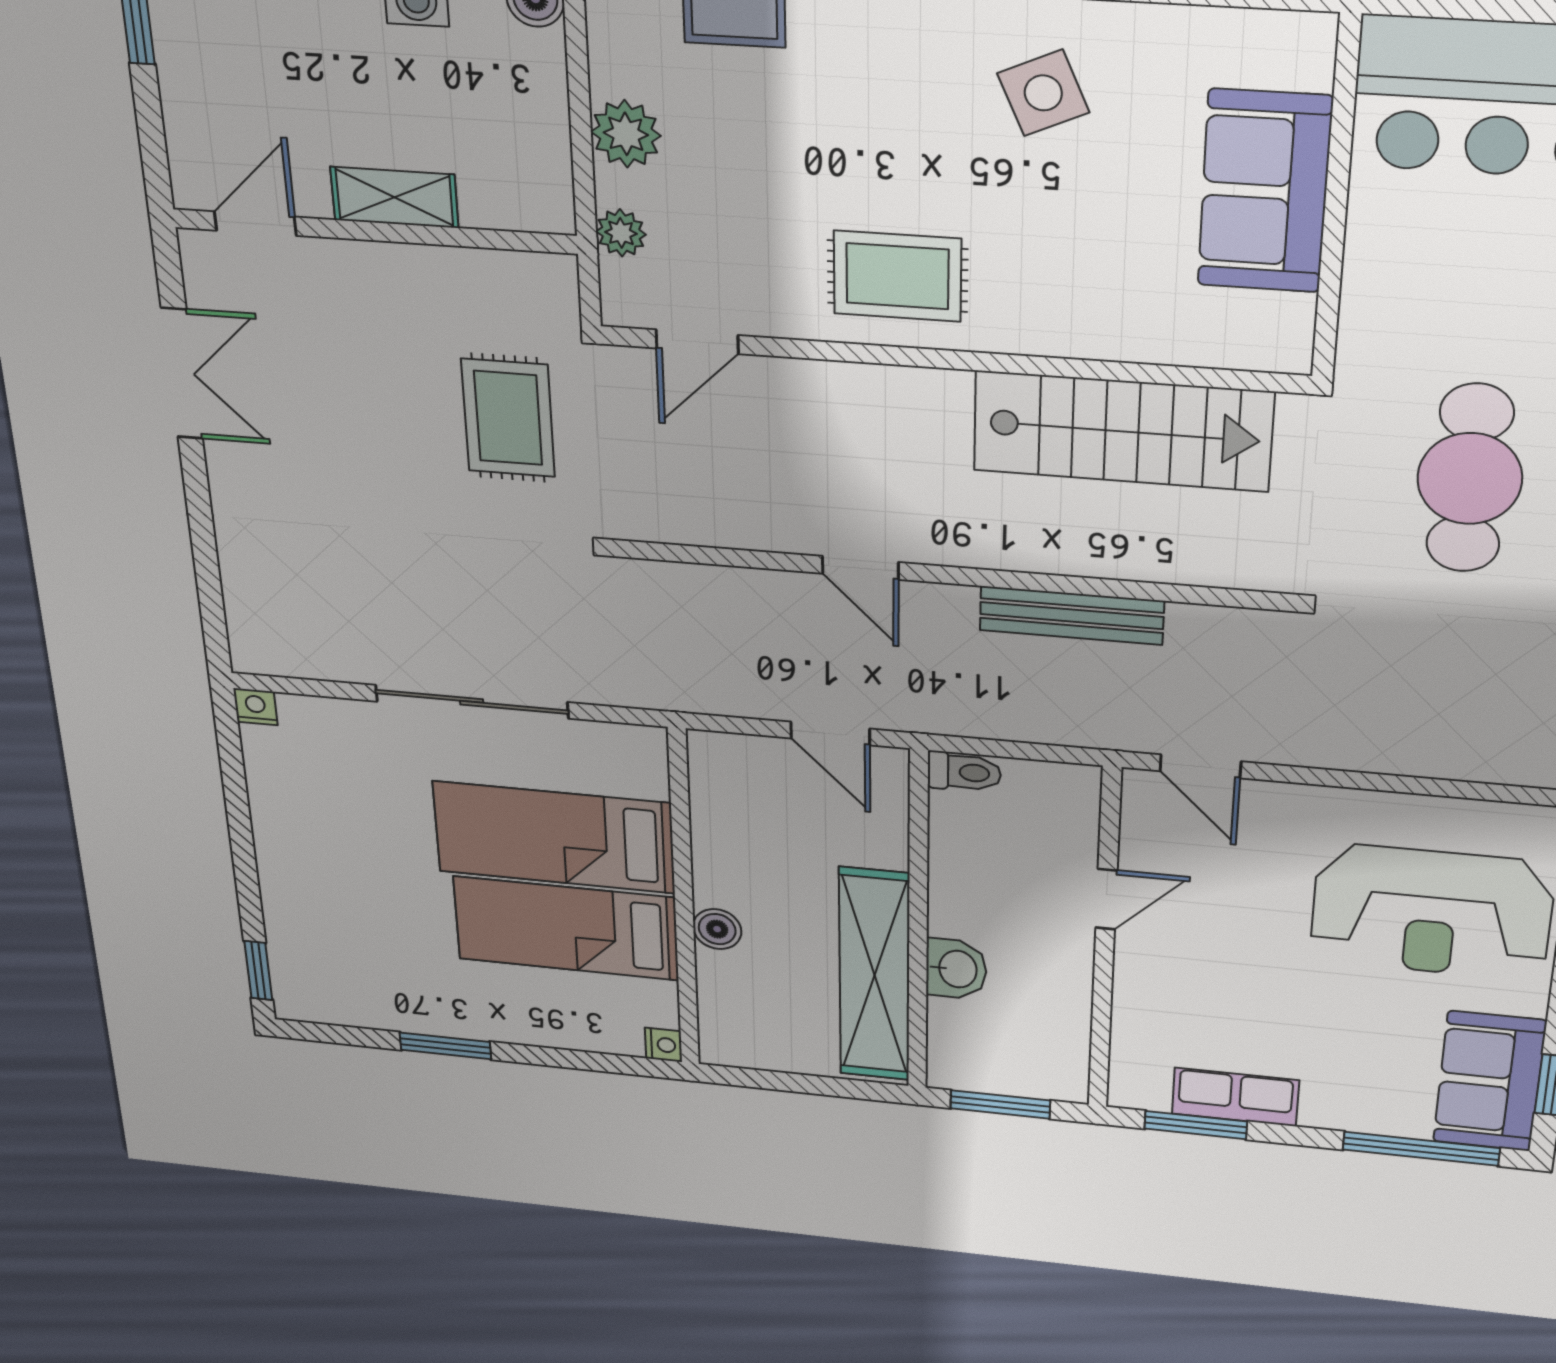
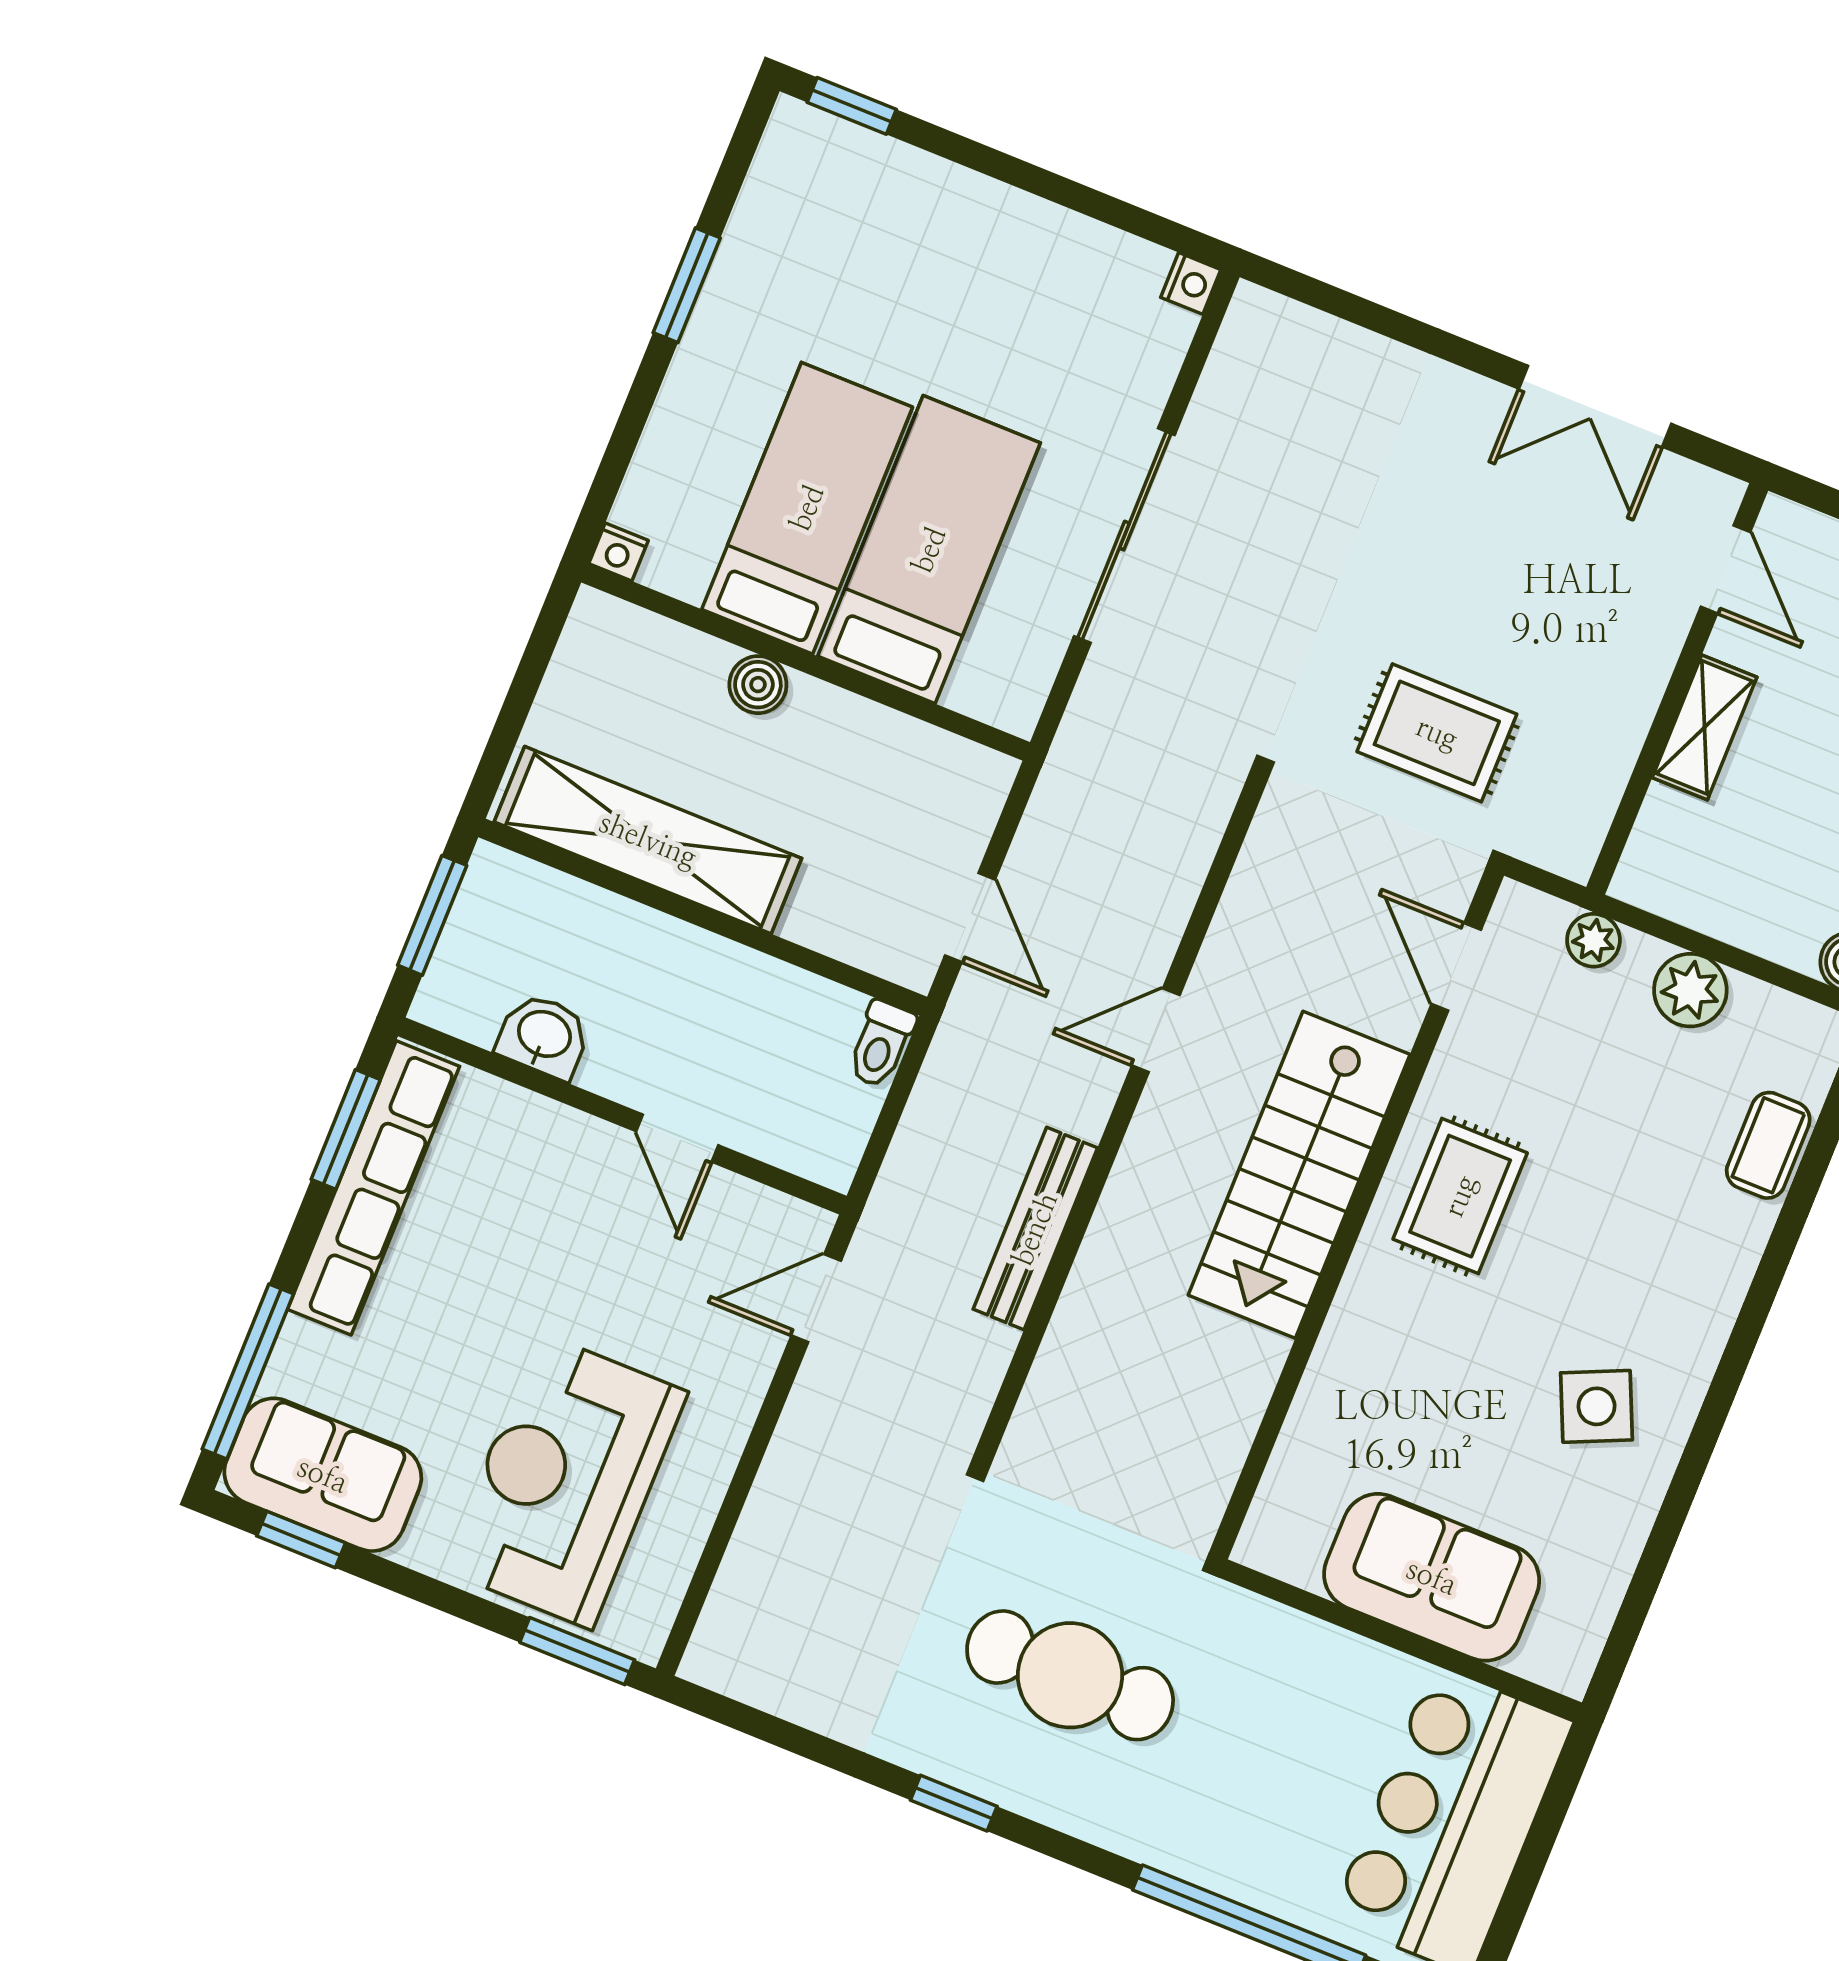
stairs: (1122, 431) -> (1299, 1175), moved
door: (830, 734) -> (970, 917), swing flipped
washbasin: (956, 969) -> (544, 1036), moved, turned 180
row of seats: (1235, 1097) -> (374, 1188), width x2.02

